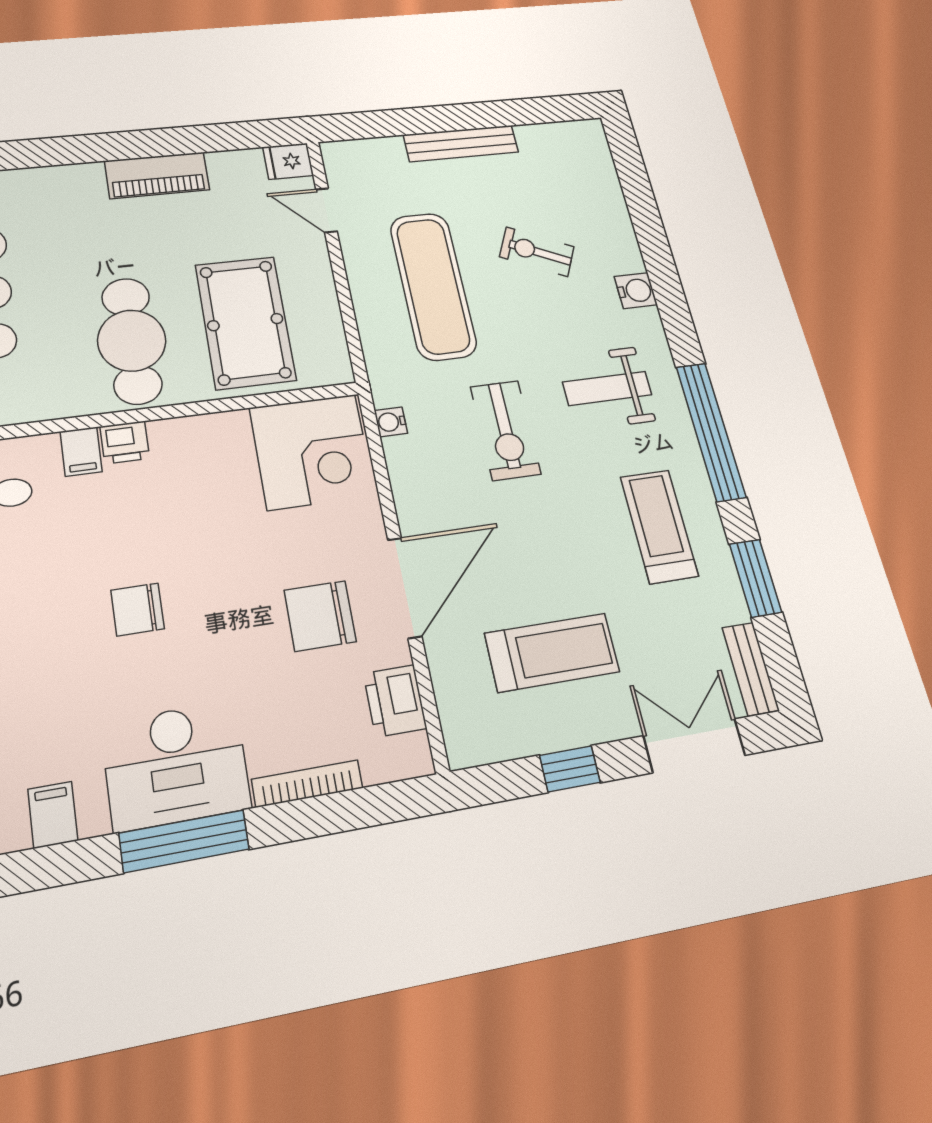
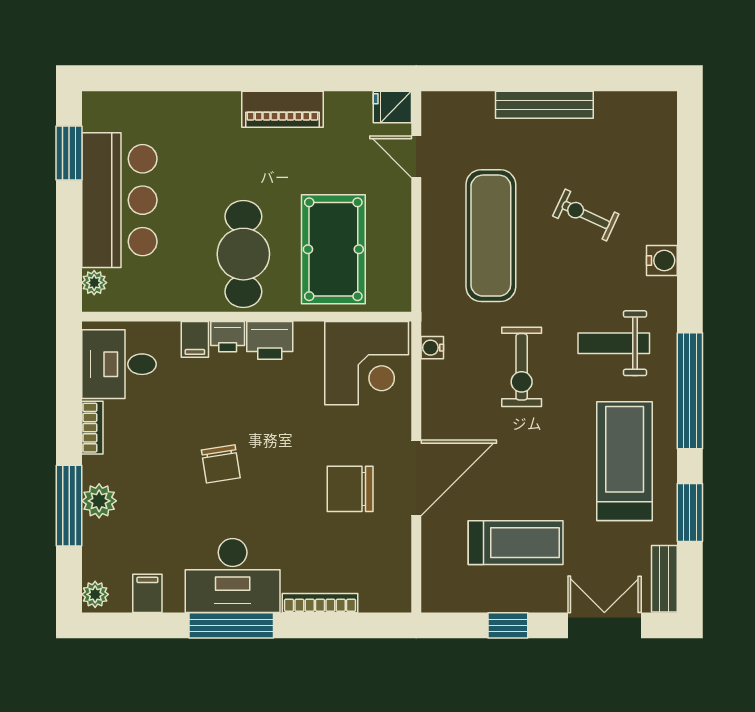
treadmill: (659, 526) -> (625, 461), width x1.37, depth x1.38
chair: (138, 609) -> (221, 464), turned -99
printer: (395, 701) -> (270, 340), moved, turned -90

